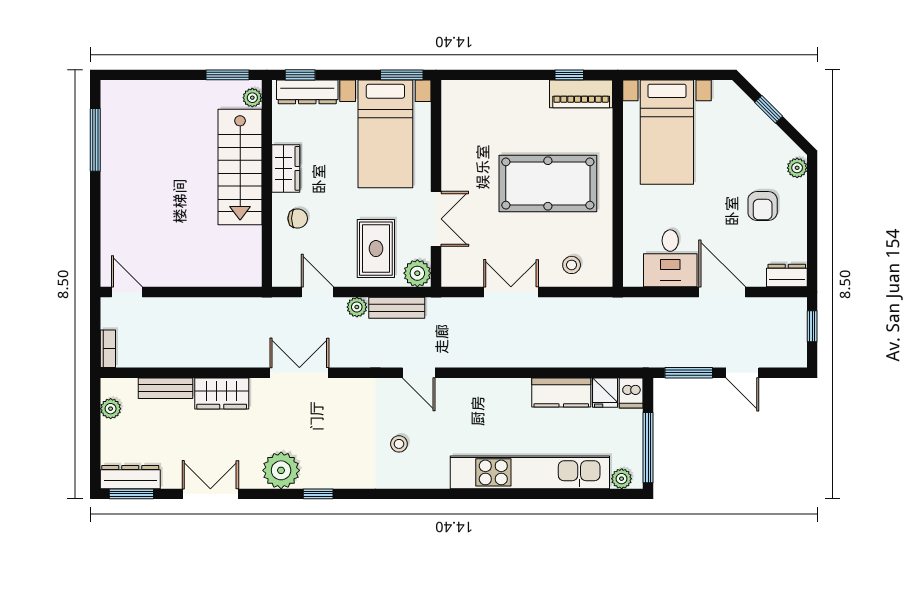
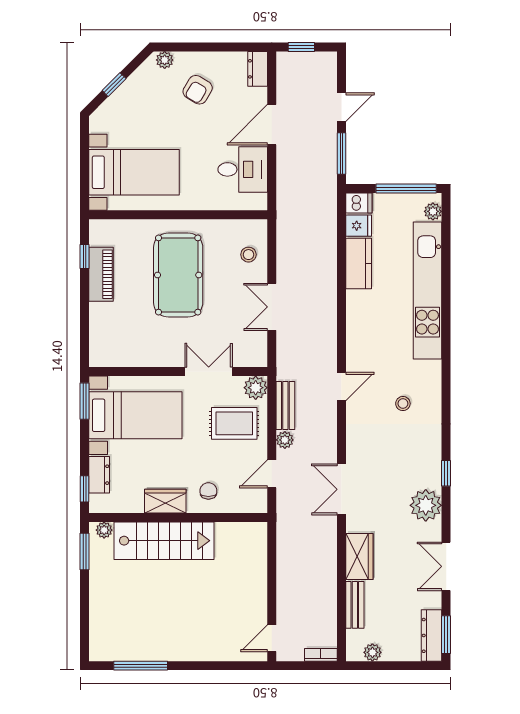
dresser: (307, 92) -> (99, 475), width x0.70
piano: (581, 94) -> (101, 274), moved
armchair: (763, 206) -> (198, 90), turned 121

